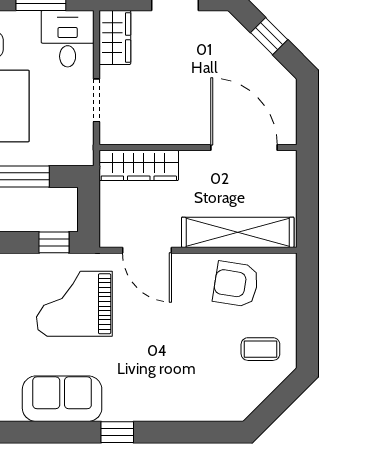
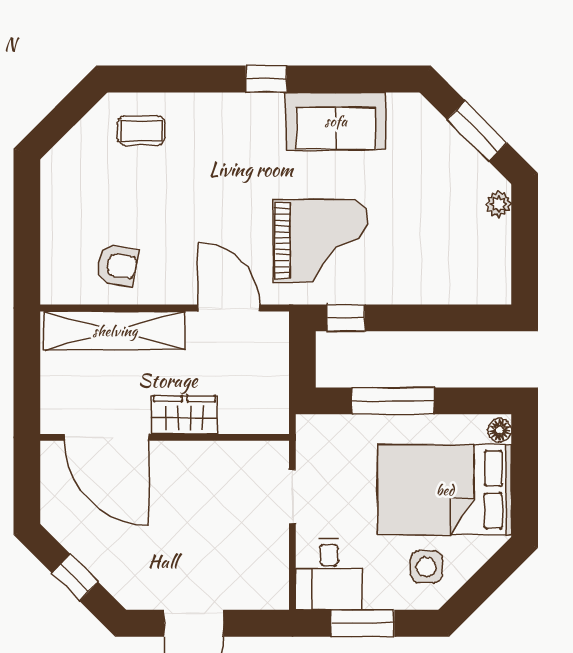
wardrobe: (115, 38) -> (269, 576), removed
wardrobe: (139, 165) -> (185, 415), moved, width x0.67
armchair: (236, 284) -> (117, 265), width x0.72, depth x0.72
coffee table: (260, 349) -> (141, 131), moved

